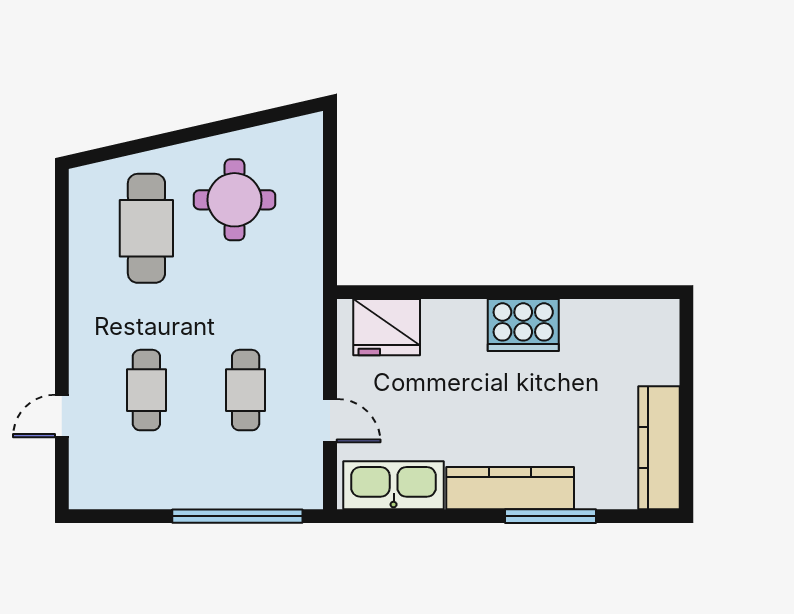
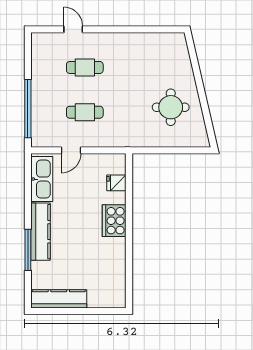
cafe table: (146, 228) -> (158, 67), removed
cooker: (523, 325) -> (114, 221), moved
fridge: (387, 327) -> (116, 183), width x0.53, depth x0.75

